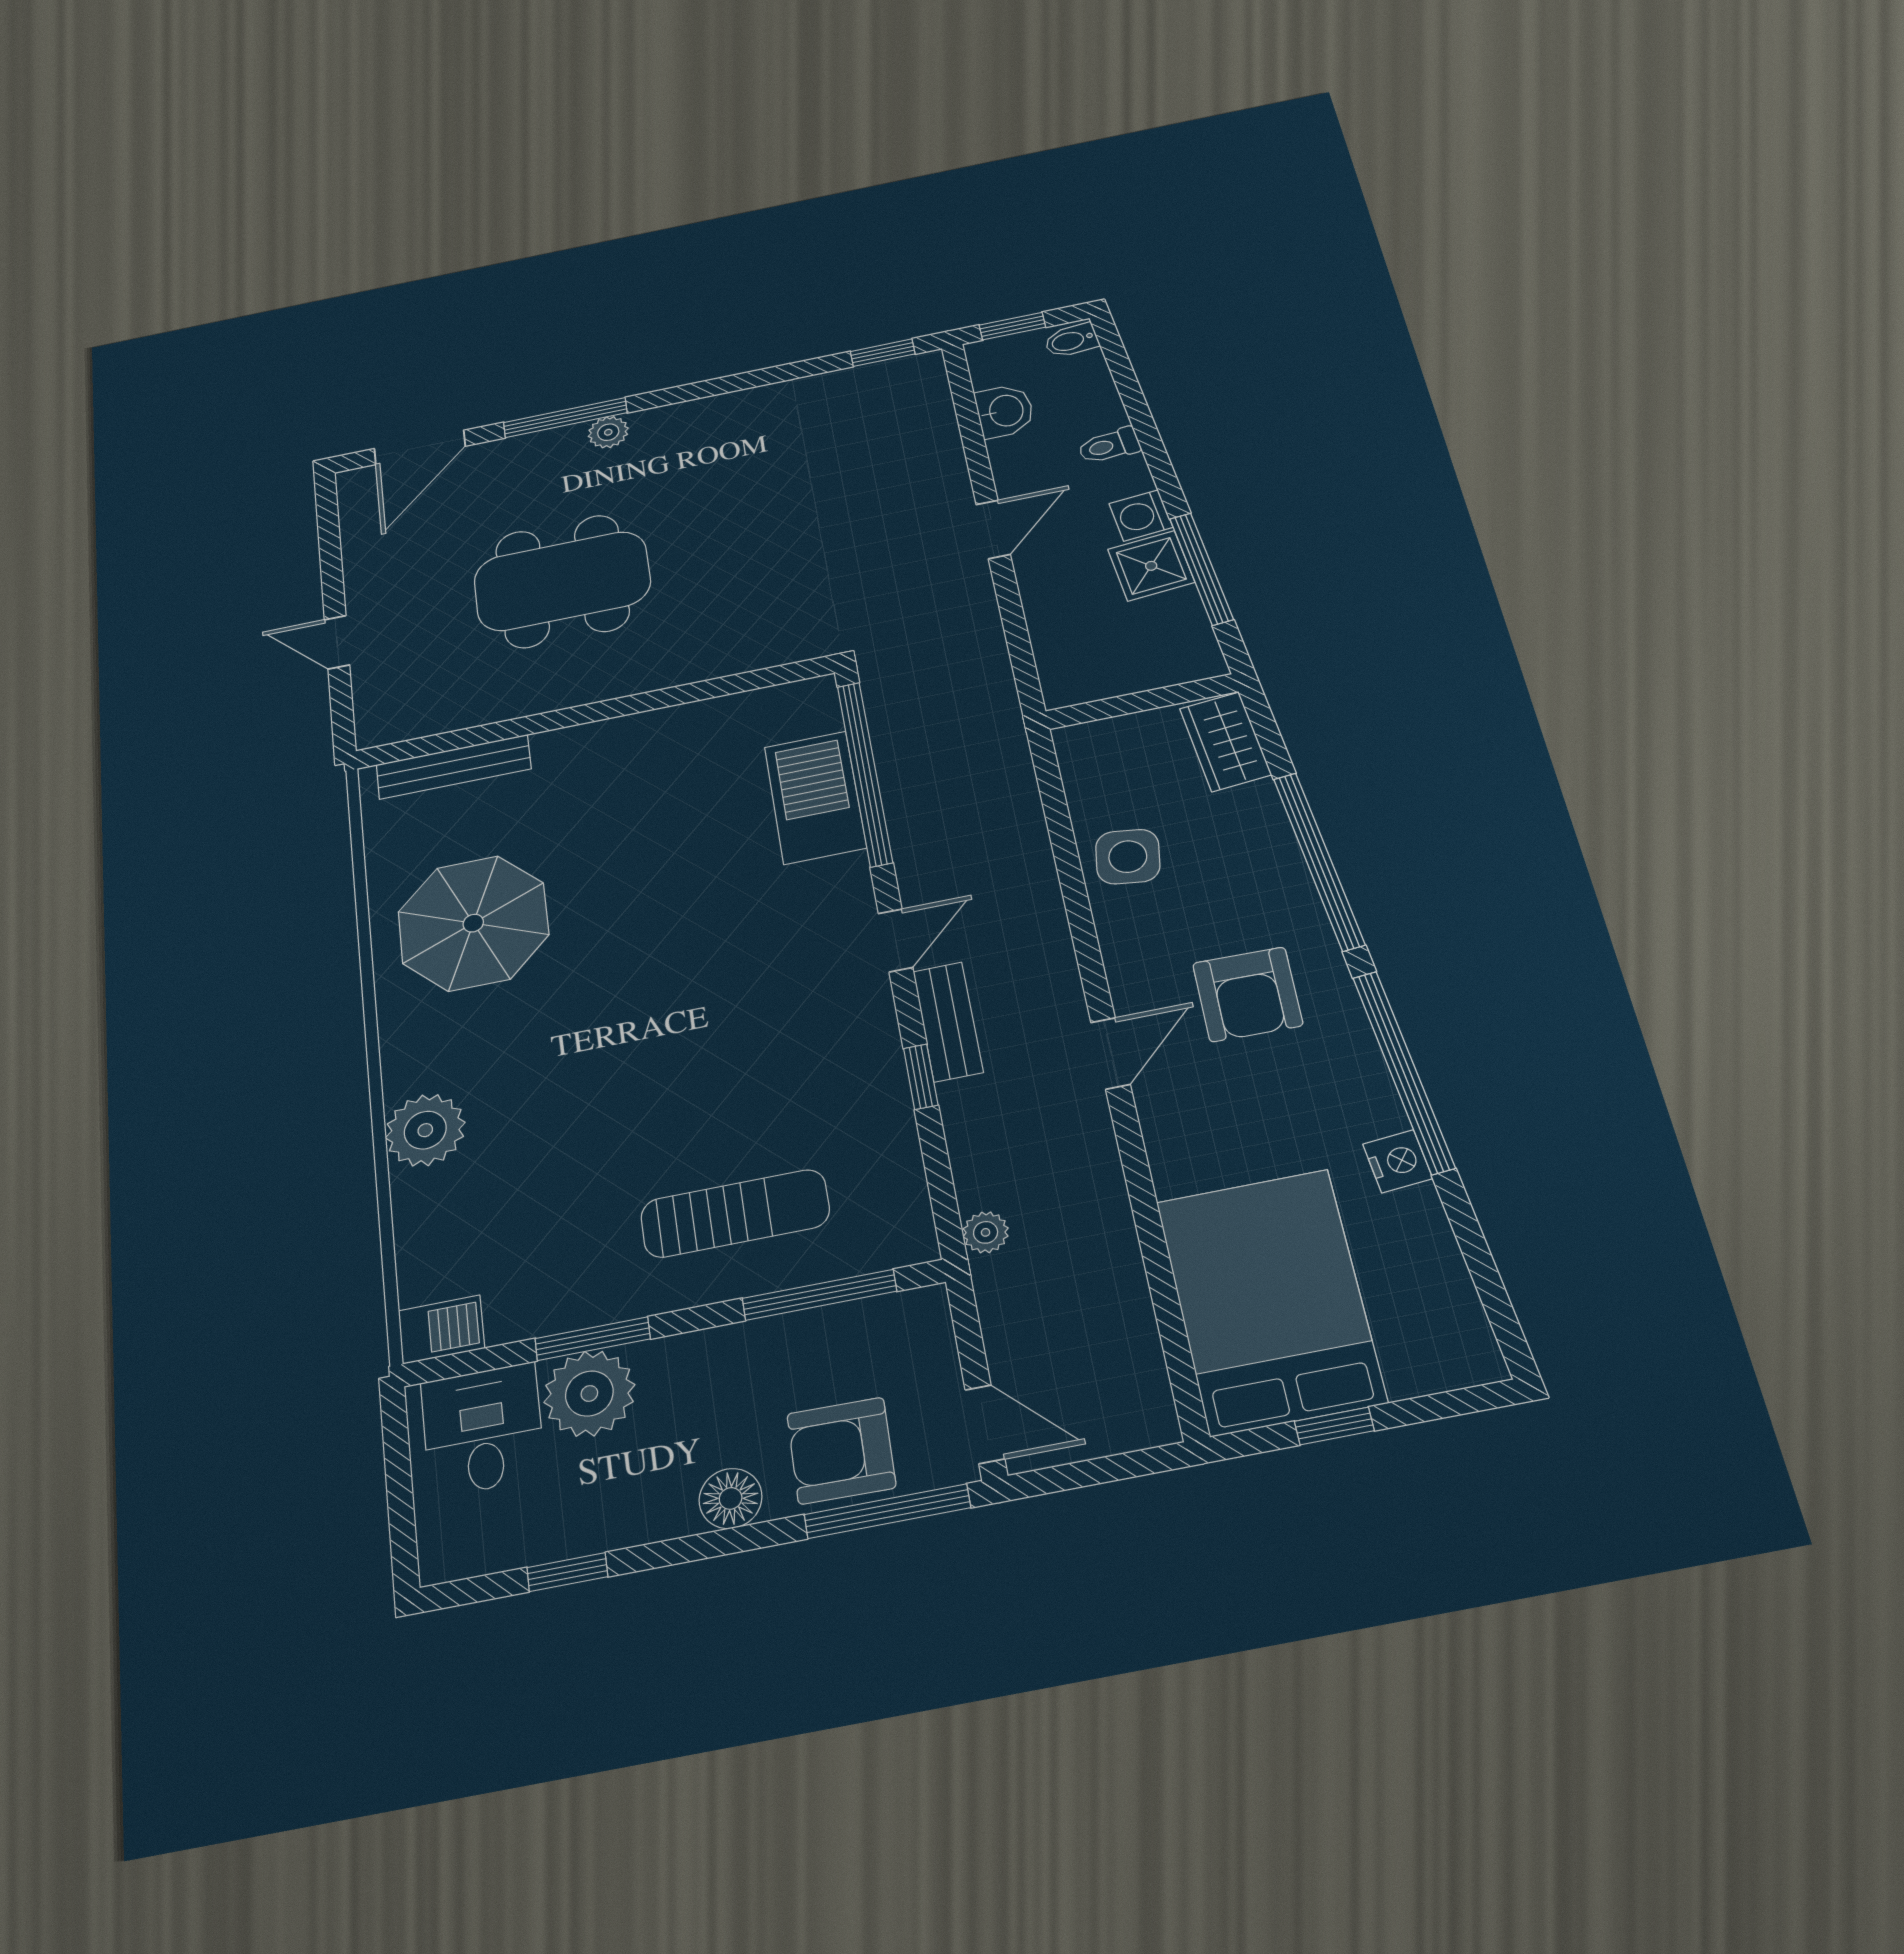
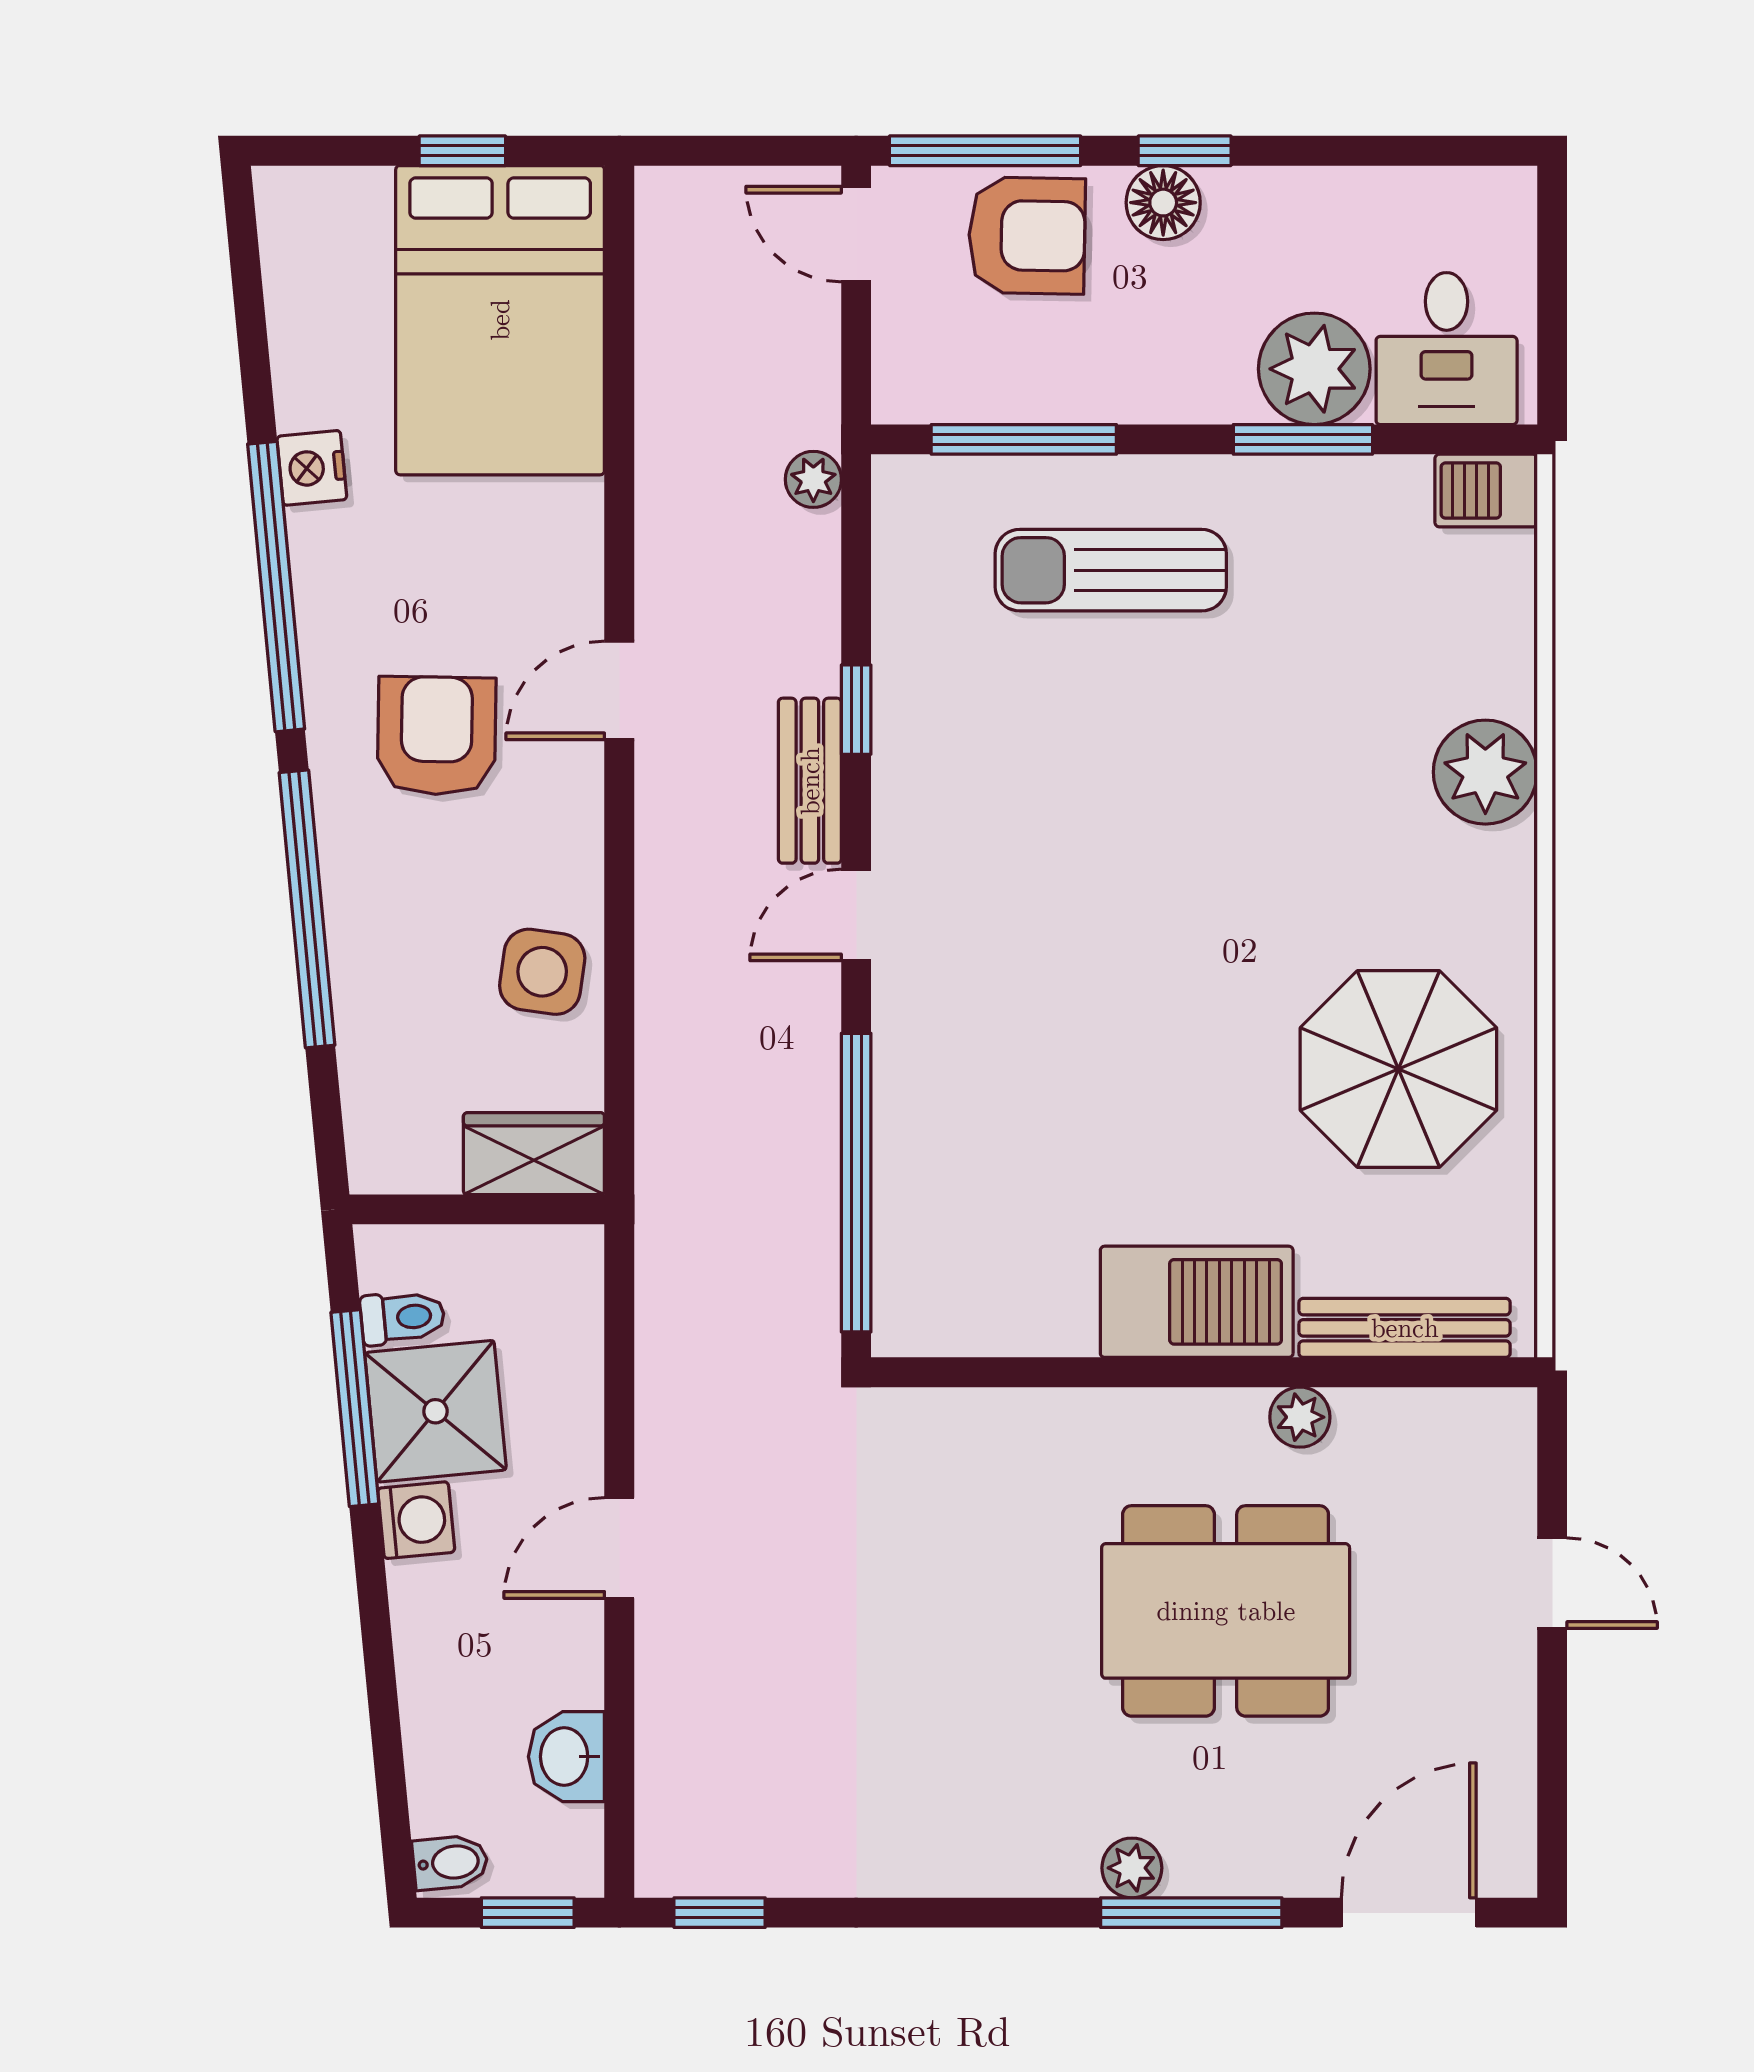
toilet: (1109, 446) -> (403, 1318), moved
shower: (1151, 566) -> (435, 1411), width x1.36, depth x1.36
plant: (523, 700) -> (1300, 1417), added
wardrobe: (1225, 742) -> (534, 1154), moved, turned -85
barbecue: (815, 797) -> (1197, 1302), moved, turned -90
window: (567, 1572) -> (1185, 151), moved

